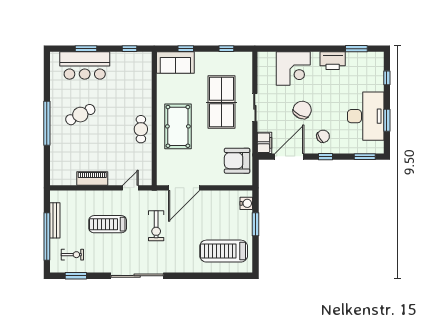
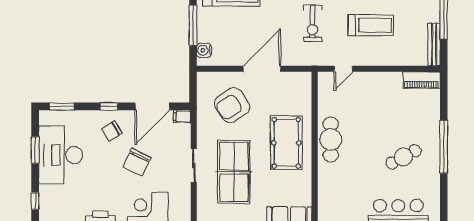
cafe table: (141, 129) -> (331, 139), width x1.37, depth x1.35
filing cabinet: (264, 143) -> (182, 117), width x0.50
armchair: (237, 161) -> (232, 105), moved, turned 147
piano: (92, 179) -> (422, 80), moved
door: (184, 188) -> (262, 69), moved
bench: (55, 220) -> (434, 44), moved
window: (256, 224) -> (193, 25), width x1.44
exercise bike: (156, 226) -> (312, 23), turned 180

